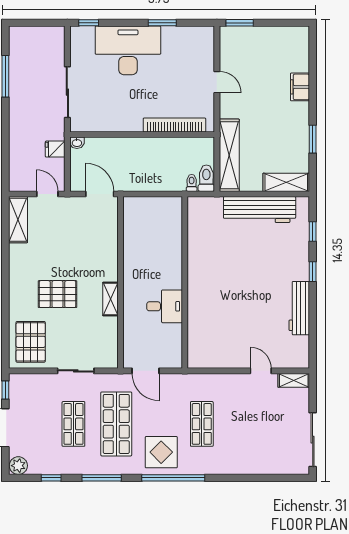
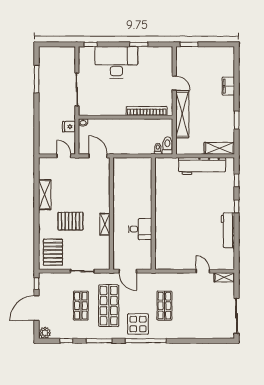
shelving: (229, 155) -> (182, 114), moved
shelving: (18, 220) -> (45, 195), moved

